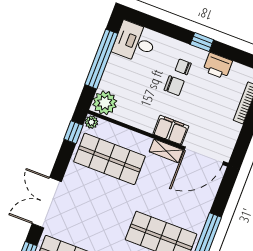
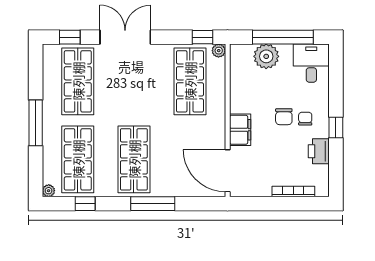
plant: (105, 103) -> (266, 56), moved
shelving: (166, 151) -> (218, 133), removed

